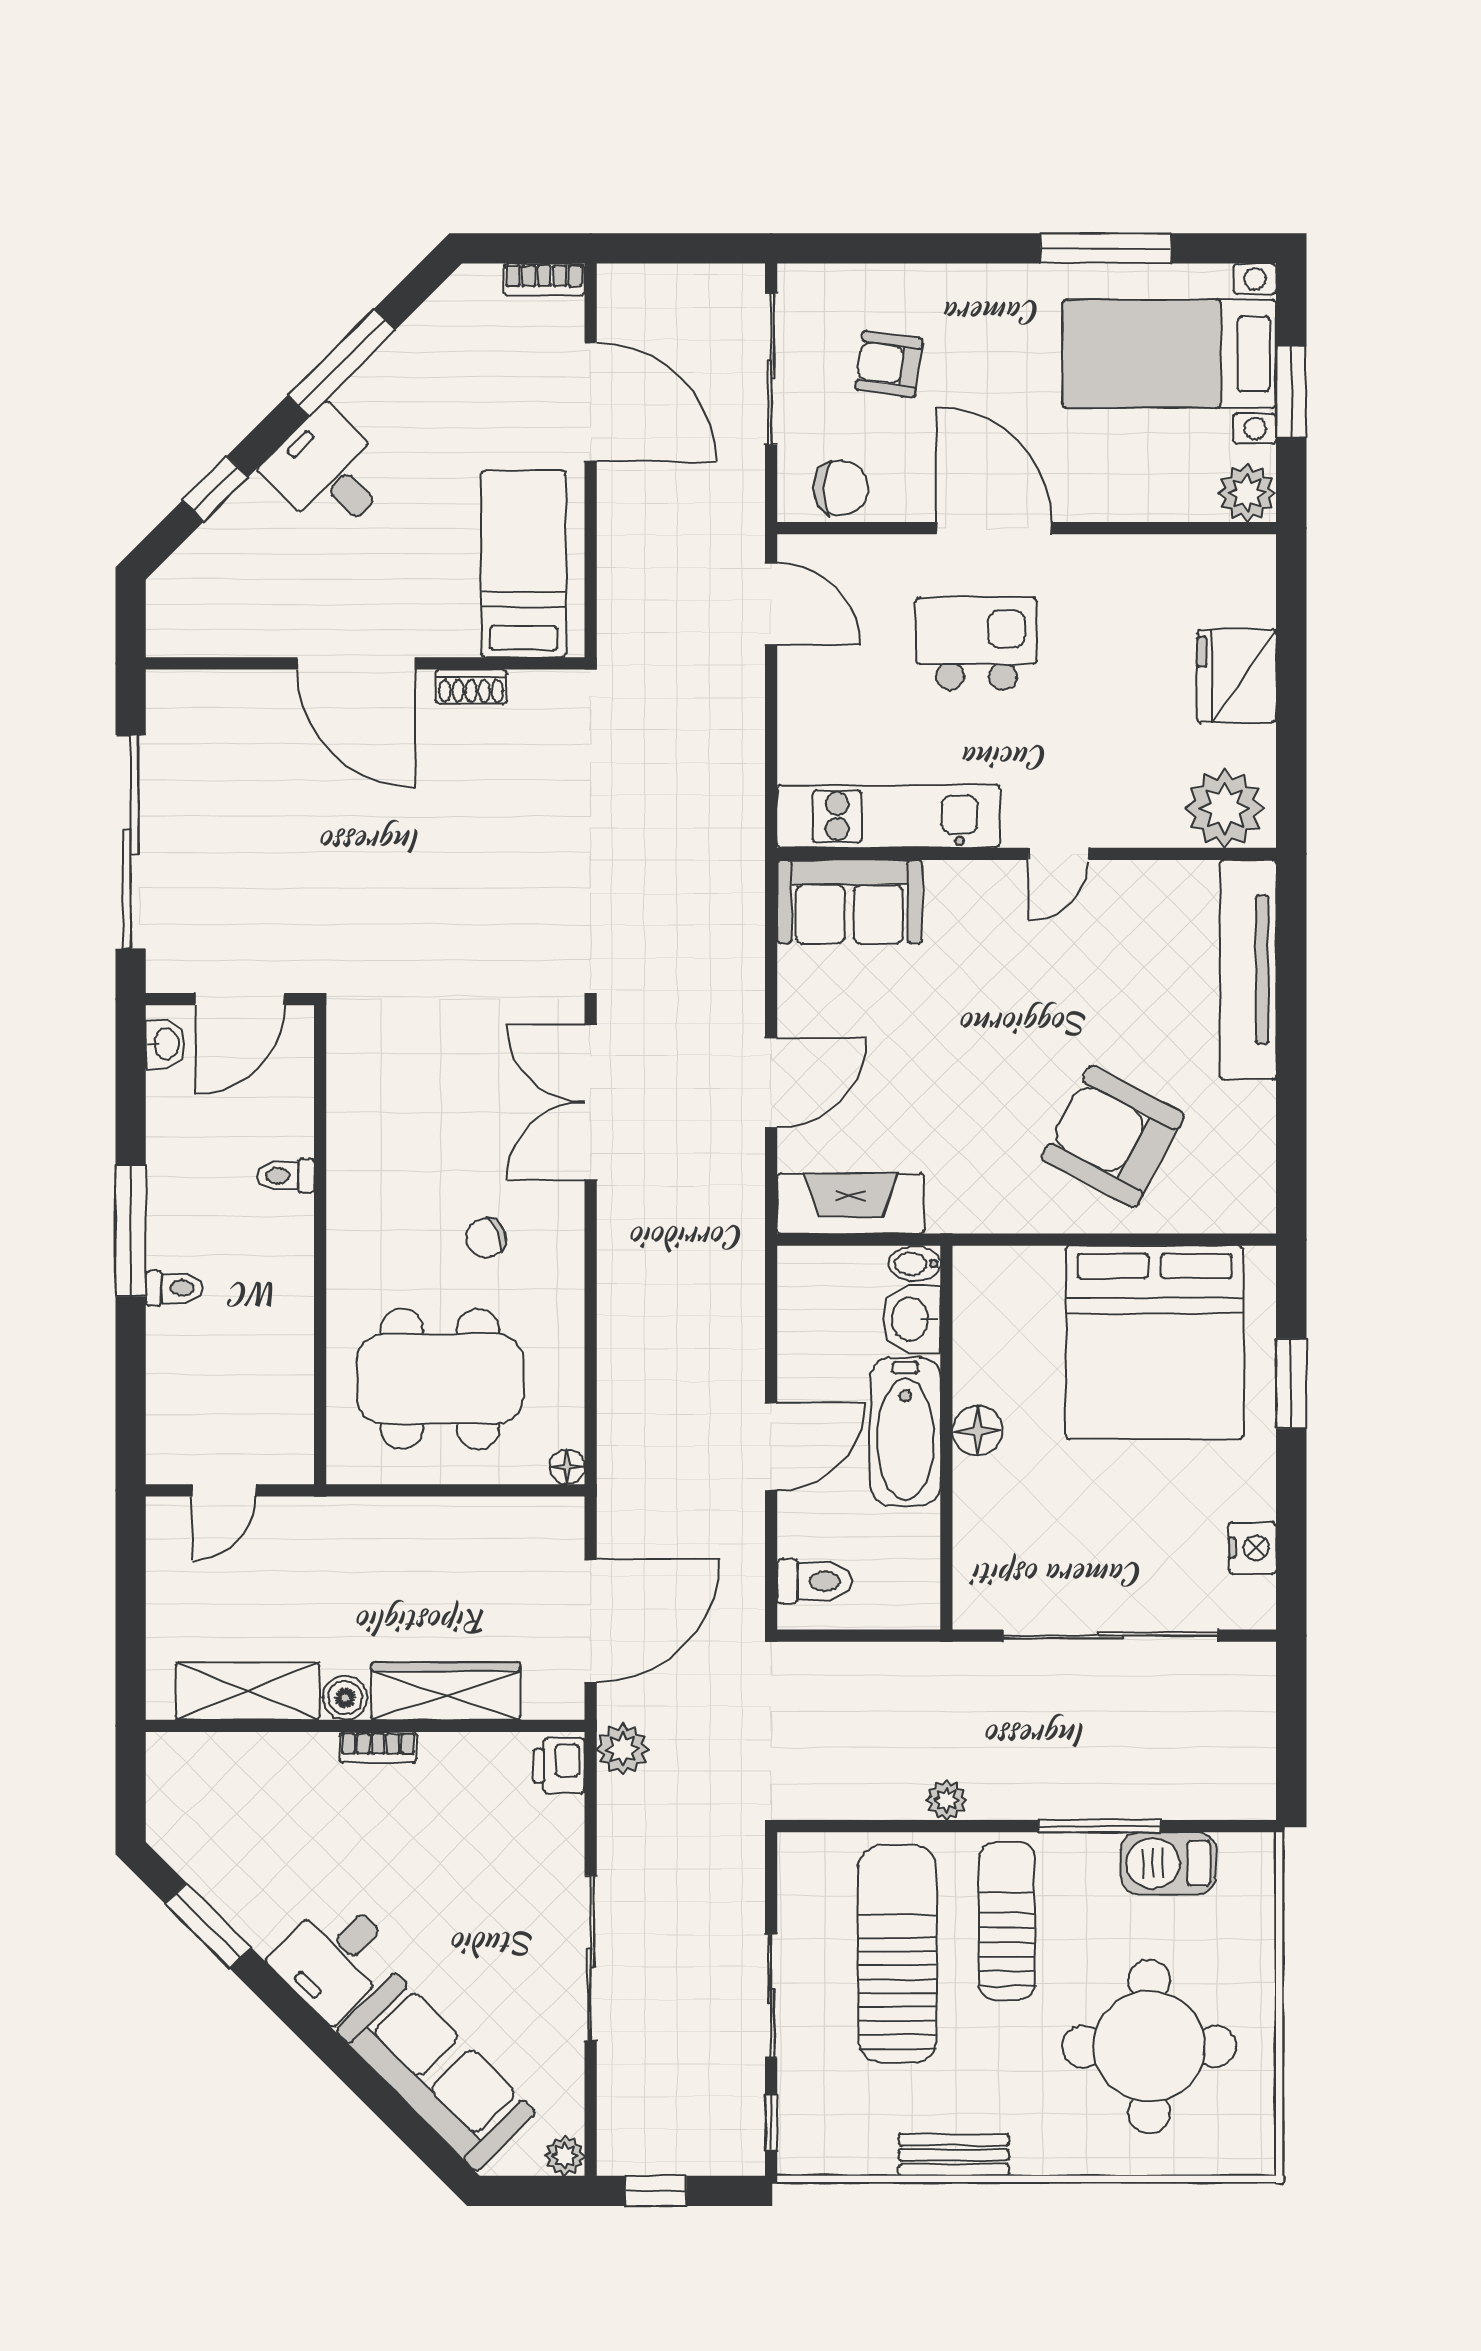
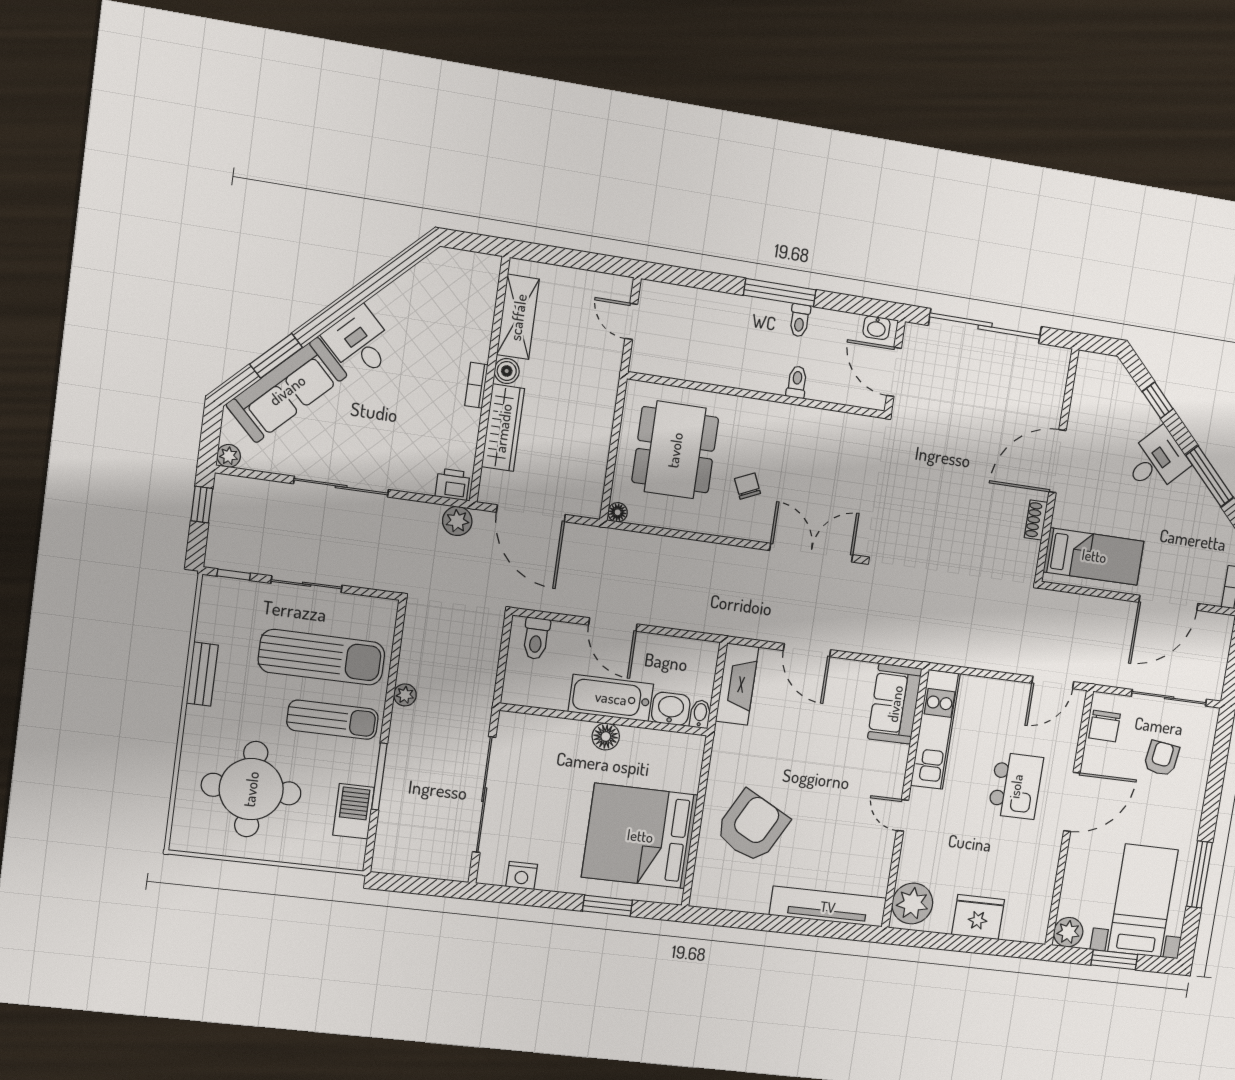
toilet: (174, 1288) -> (800, 320), moved
window: (208, 1926) -> (276, 356), moved

